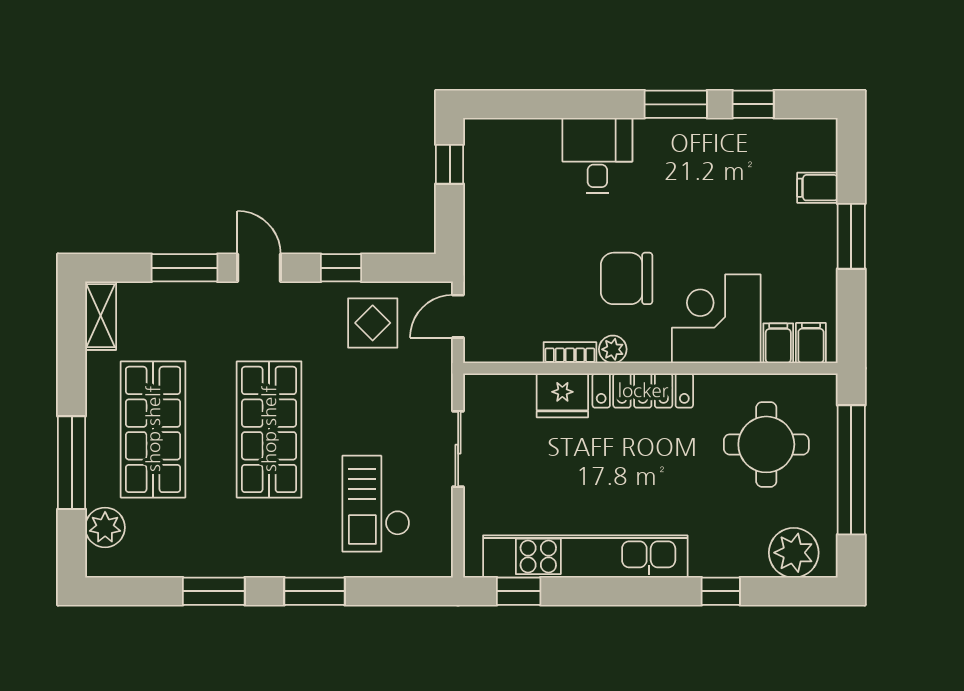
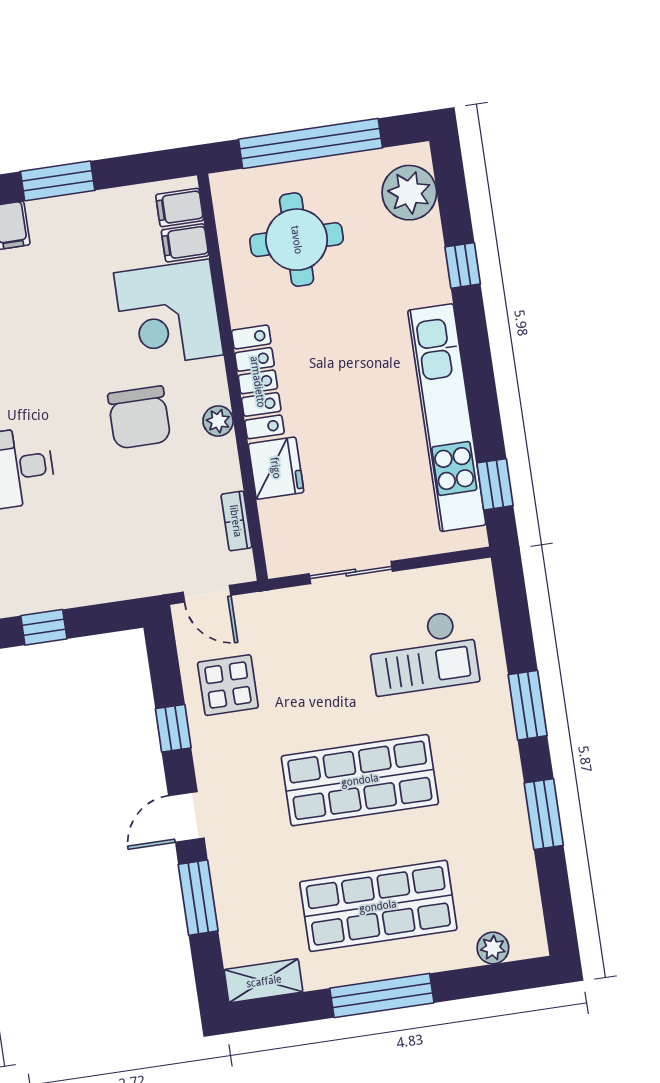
bookcase: (570, 353) -> (236, 521), moved
window: (72, 463) -> (382, 995), moved
plant: (105, 527) -> (493, 948), width x0.73, depth x0.73

